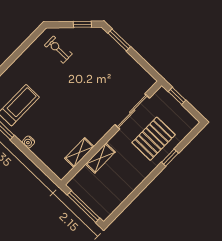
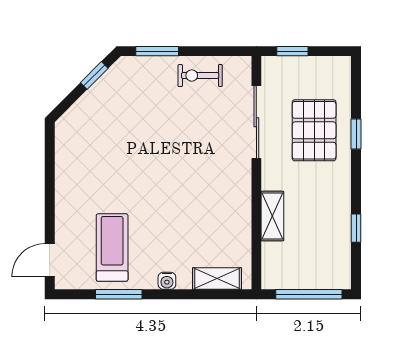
exercise bike: (58, 50) -> (200, 76), moved
shelving: (79, 152) -> (217, 279), moved, turned 90
window: (131, 198) -> (356, 228), added

